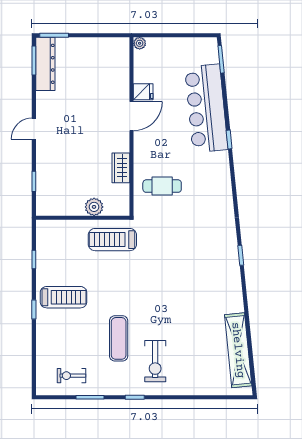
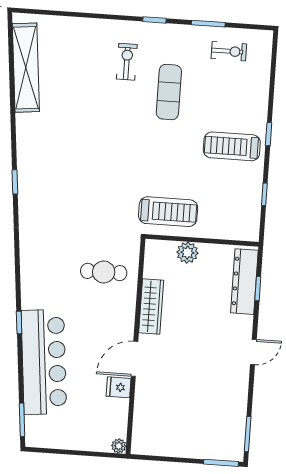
dresser: (45, 64) -> (244, 282), moved
wardrobe: (121, 168) -> (151, 306), width x1.50
exercise bike: (155, 361) -> (127, 62), width x0.73, depth x0.72

